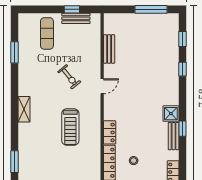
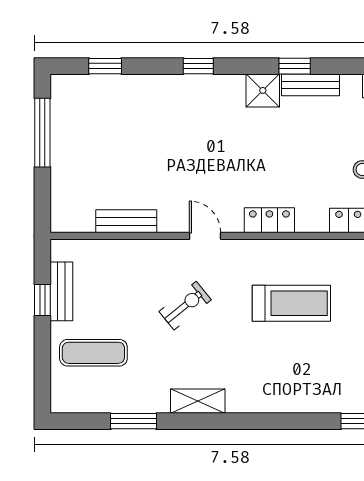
window: (182, 69) -> (198, 66), moved
shelving: (24, 109) -> (198, 401), moved
locker: (110, 132) -> (269, 220), moved

